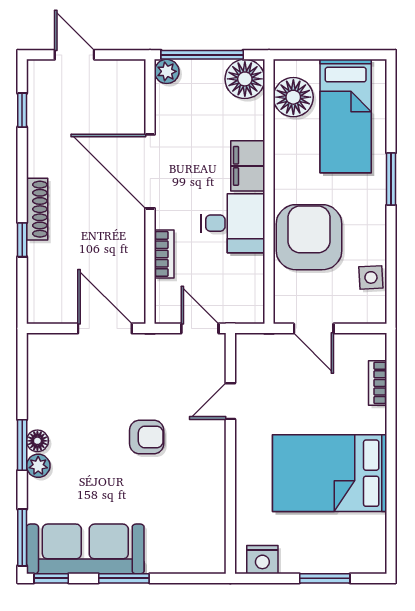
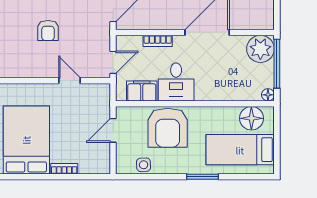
plant: (167, 71) -> (260, 49), width x1.88, depth x1.88
floor lamp: (245, 79) -> (268, 95), width x0.53, depth x0.53
filing cabinet: (248, 166) -> (142, 91), moved
armchair: (309, 237) -> (168, 128), turned 90
bookcase: (378, 383) -> (64, 169), moved

